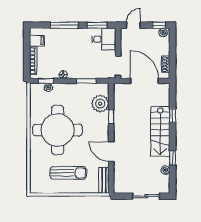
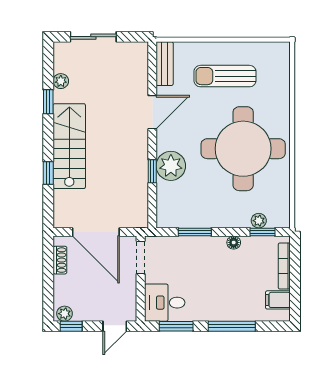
plant: (100, 104) -> (171, 166), moved
door: (111, 152) -> (152, 112), hinge flipped

